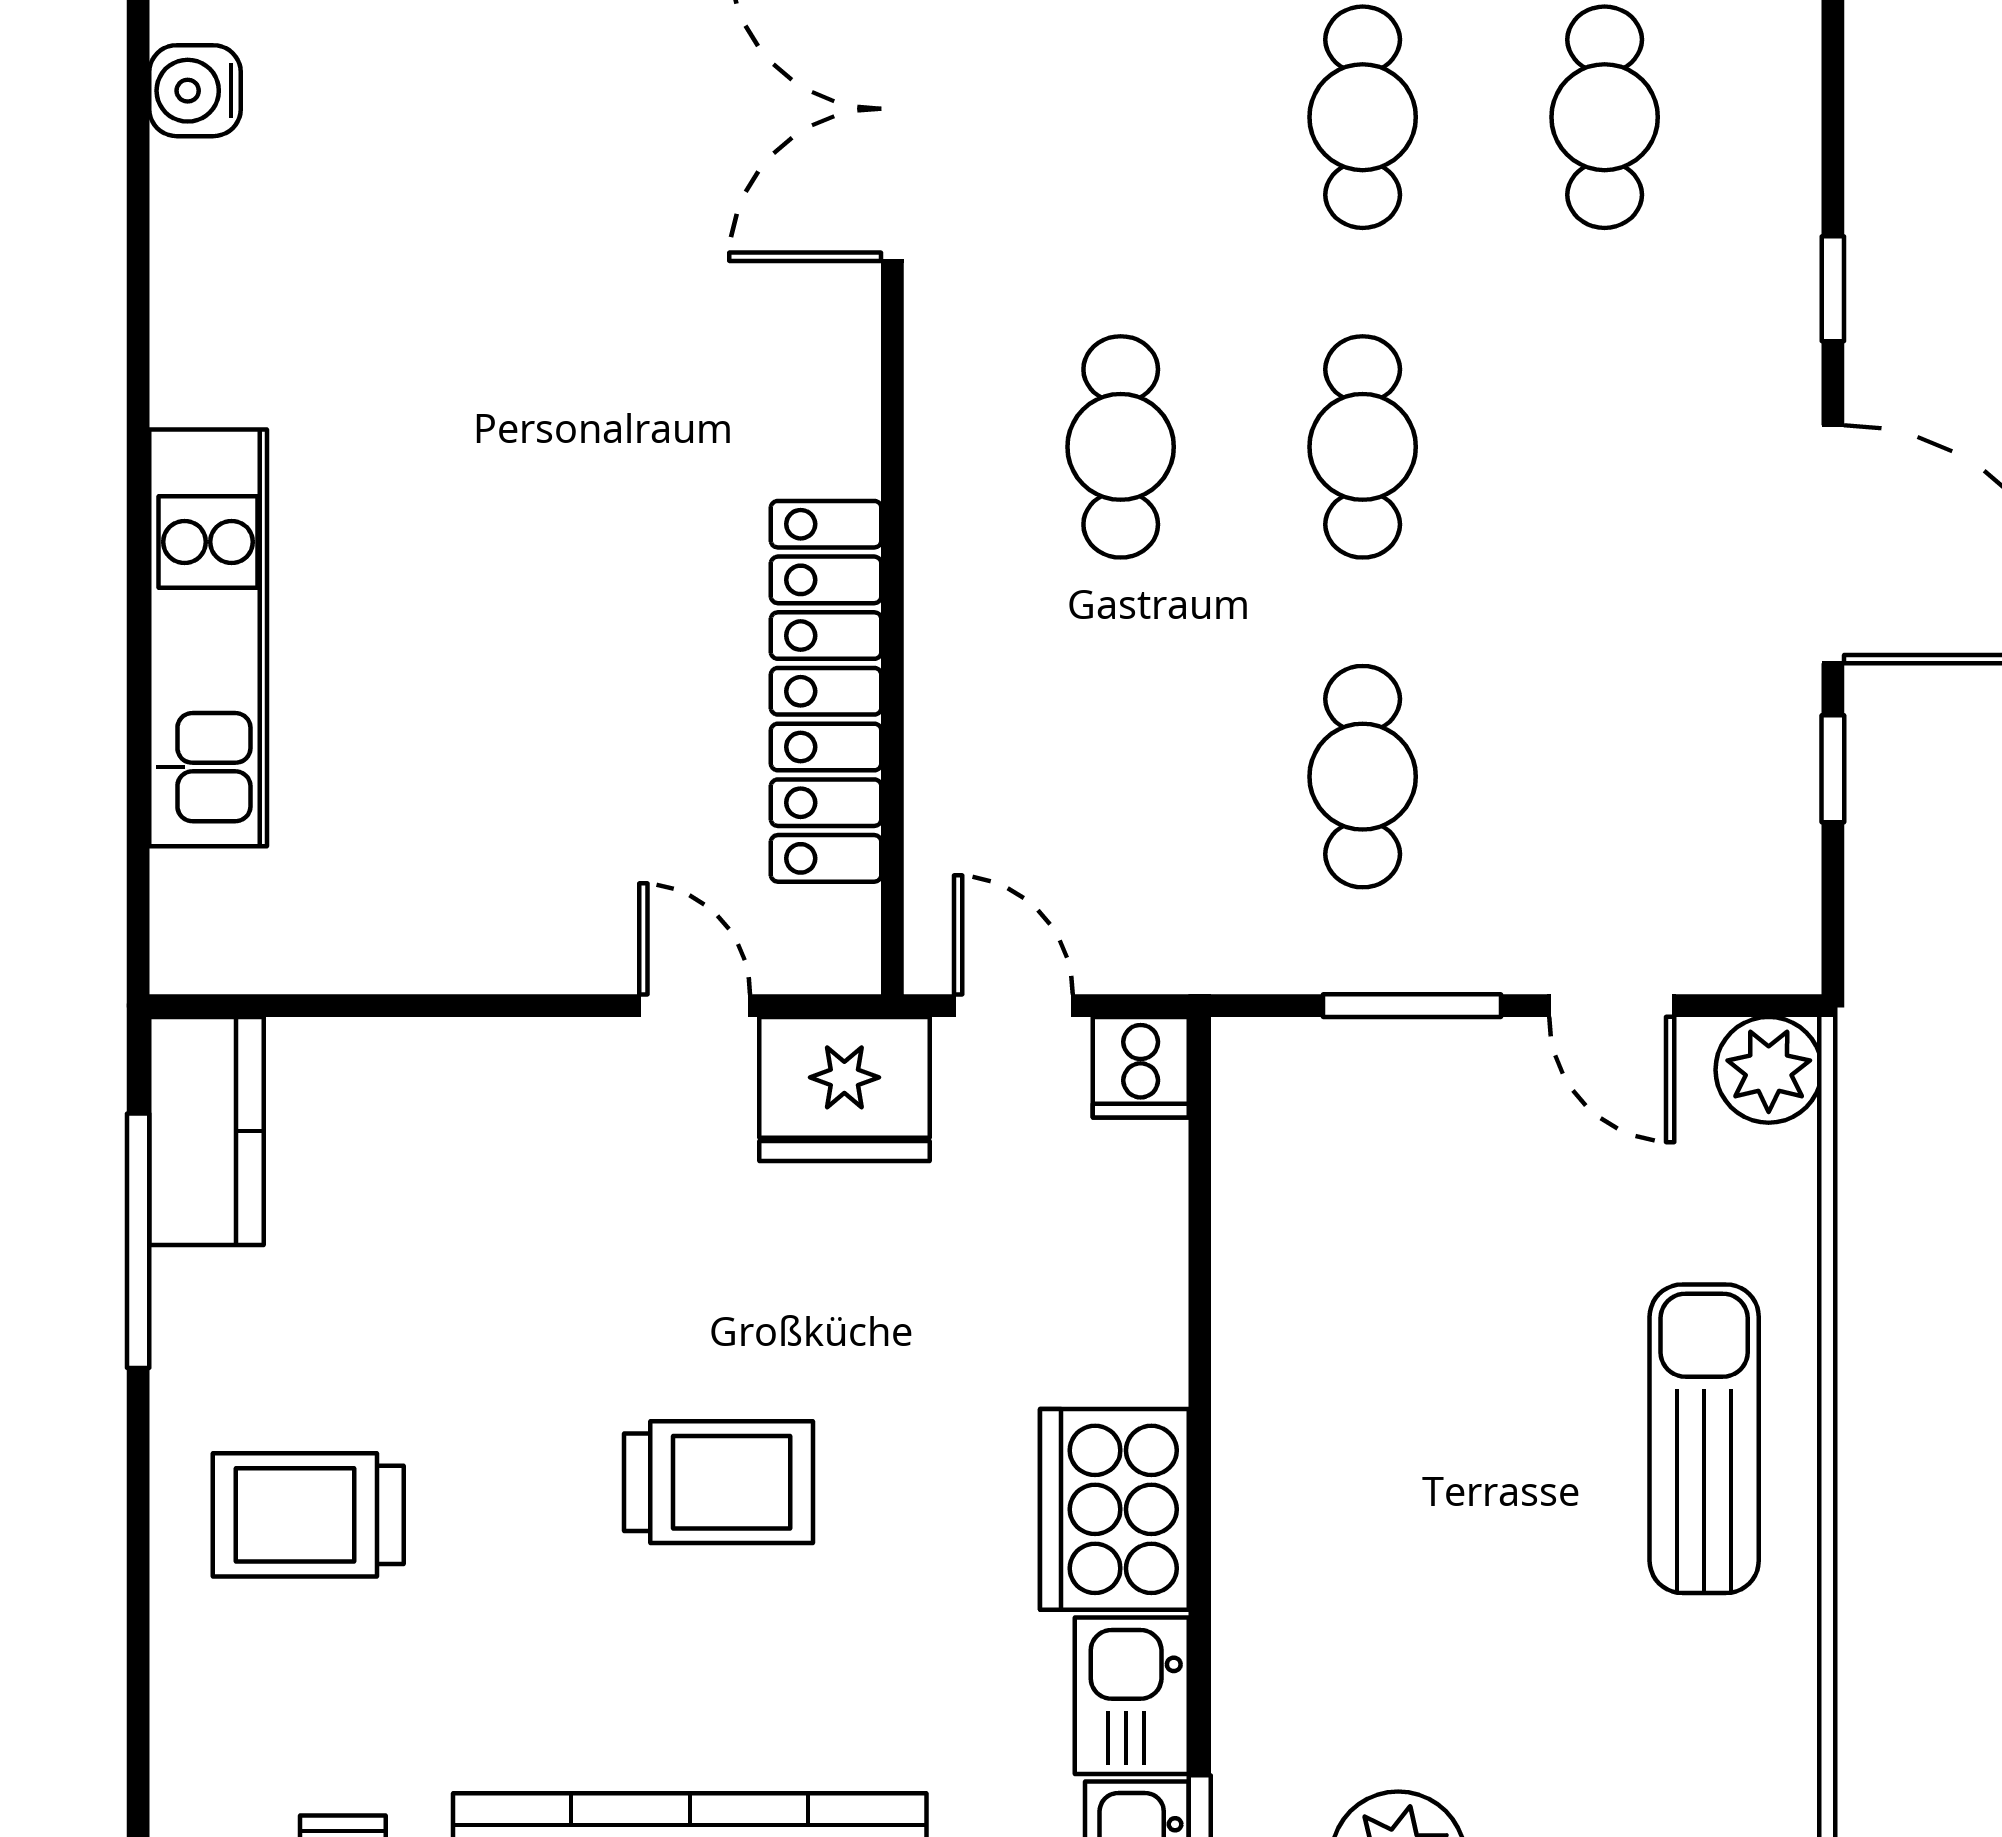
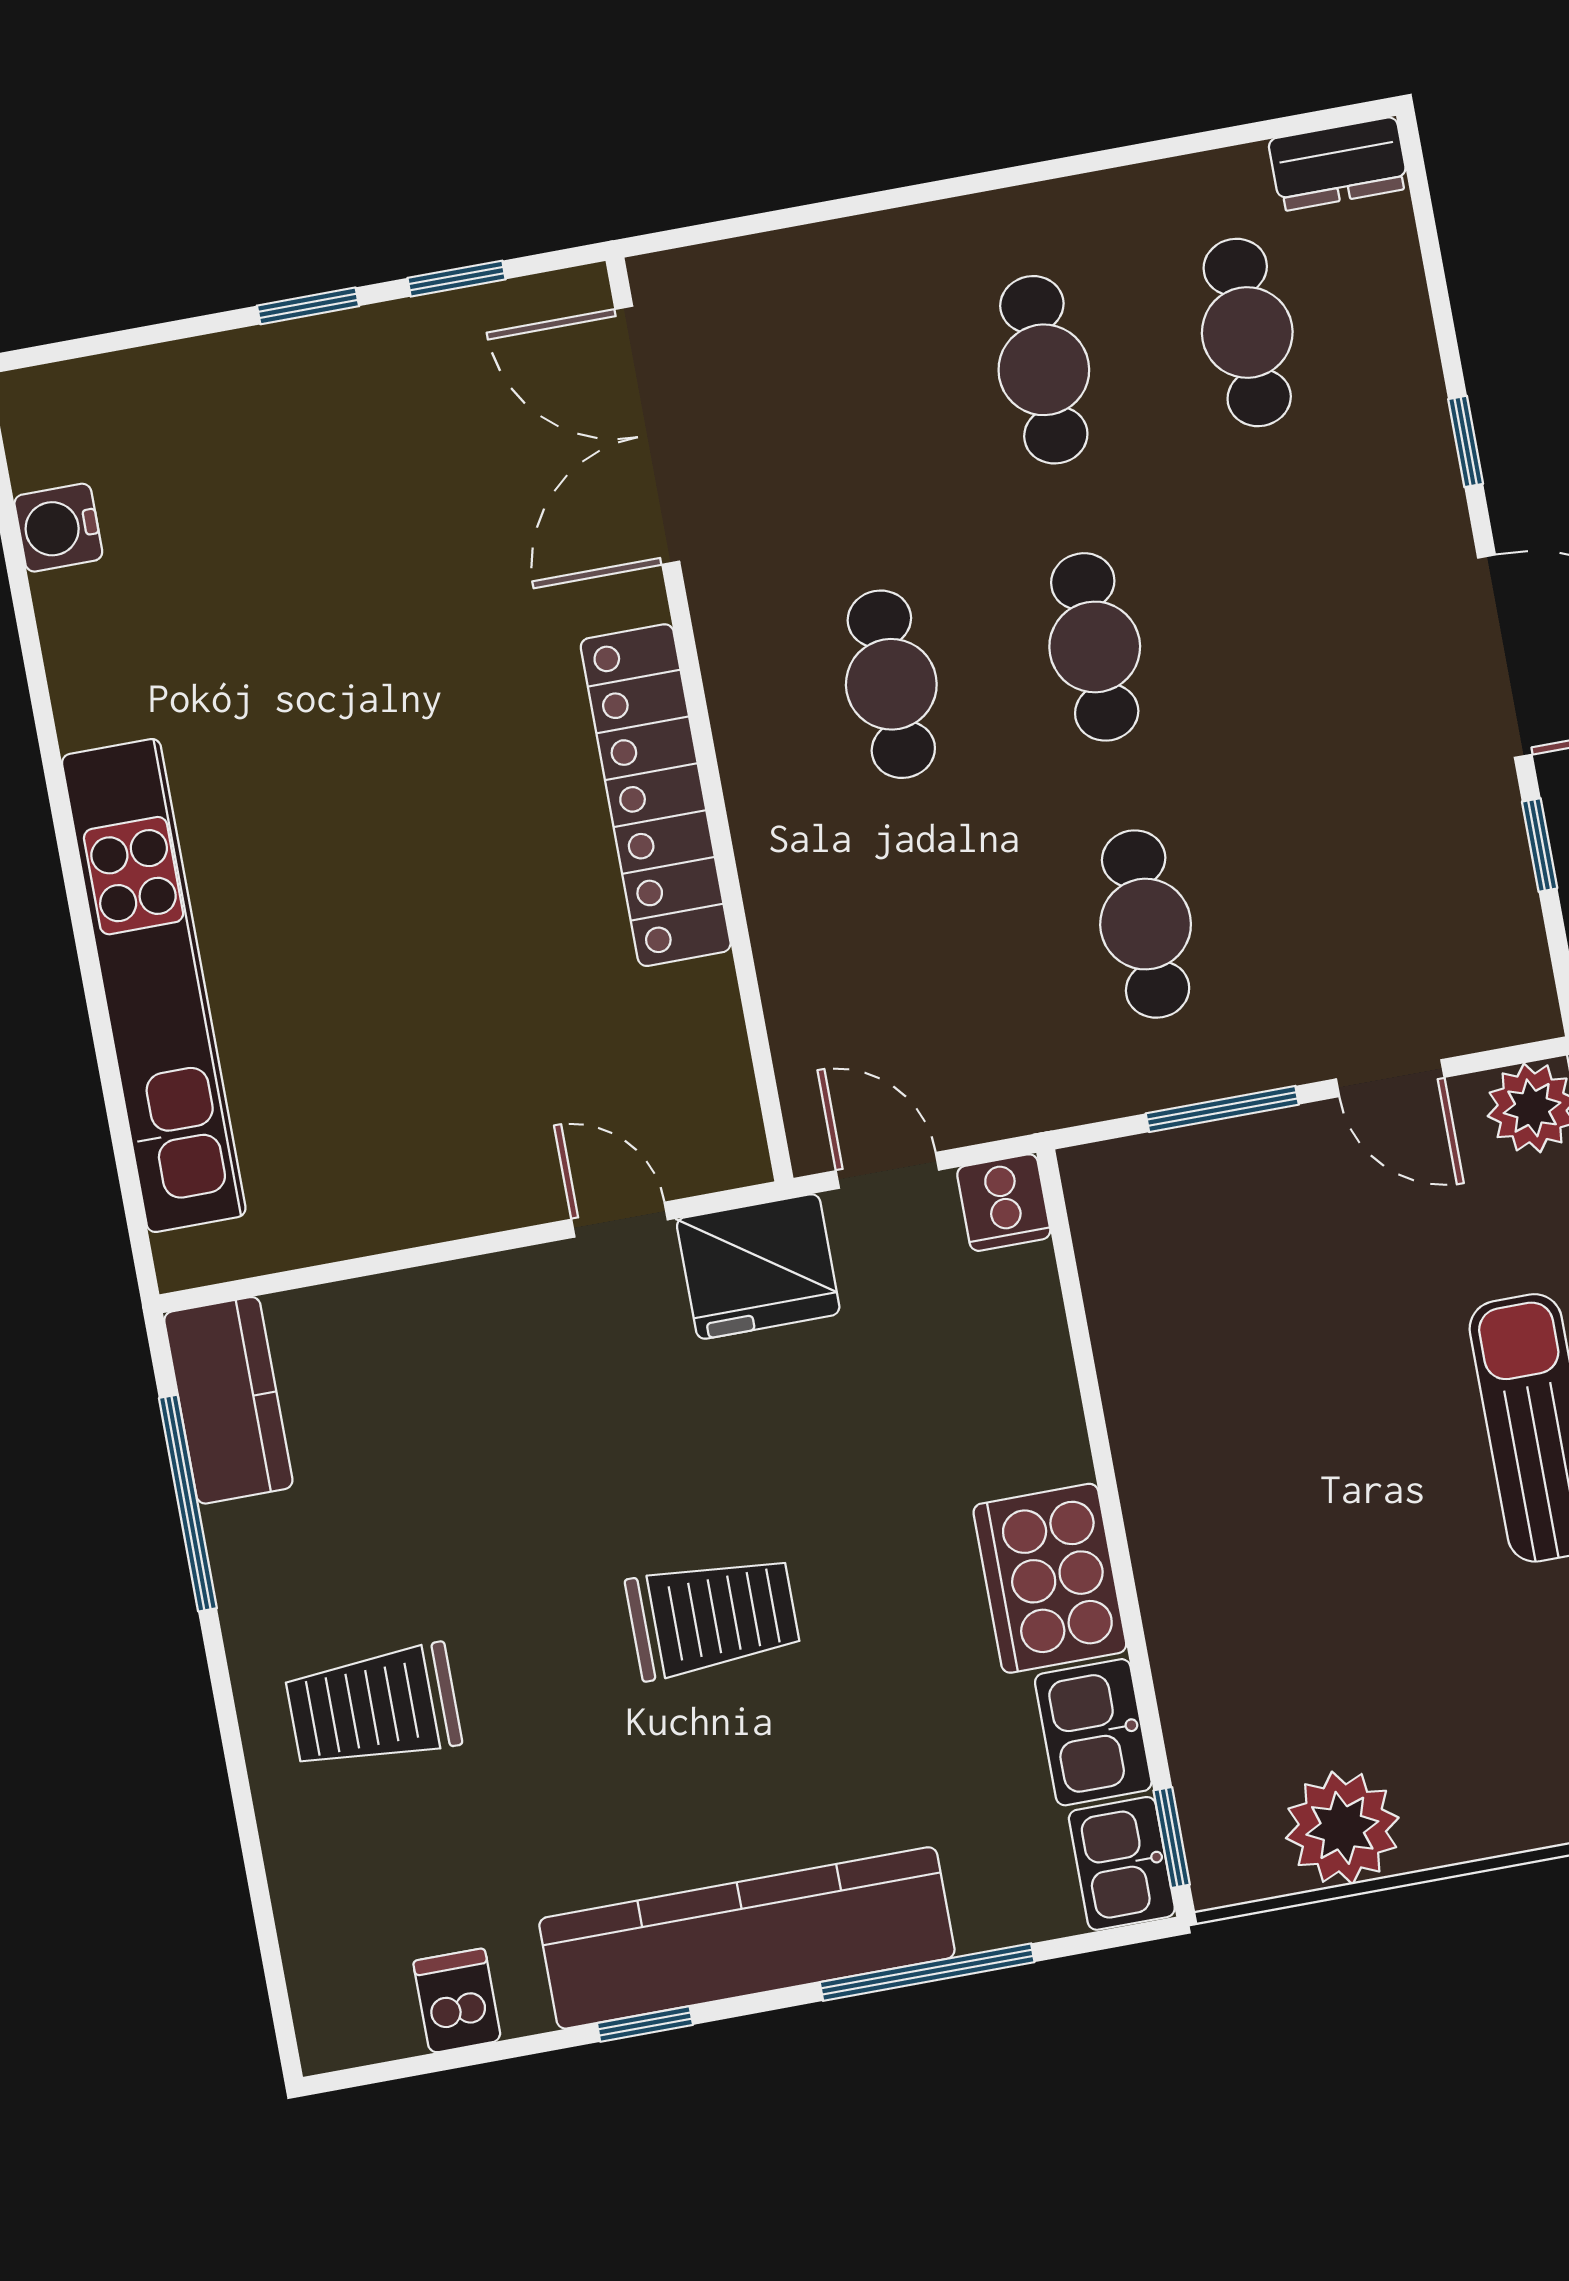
kitchen unit: (208, 638) -> (154, 986), width x1.36
locker: (826, 691) -> (656, 795), moved

